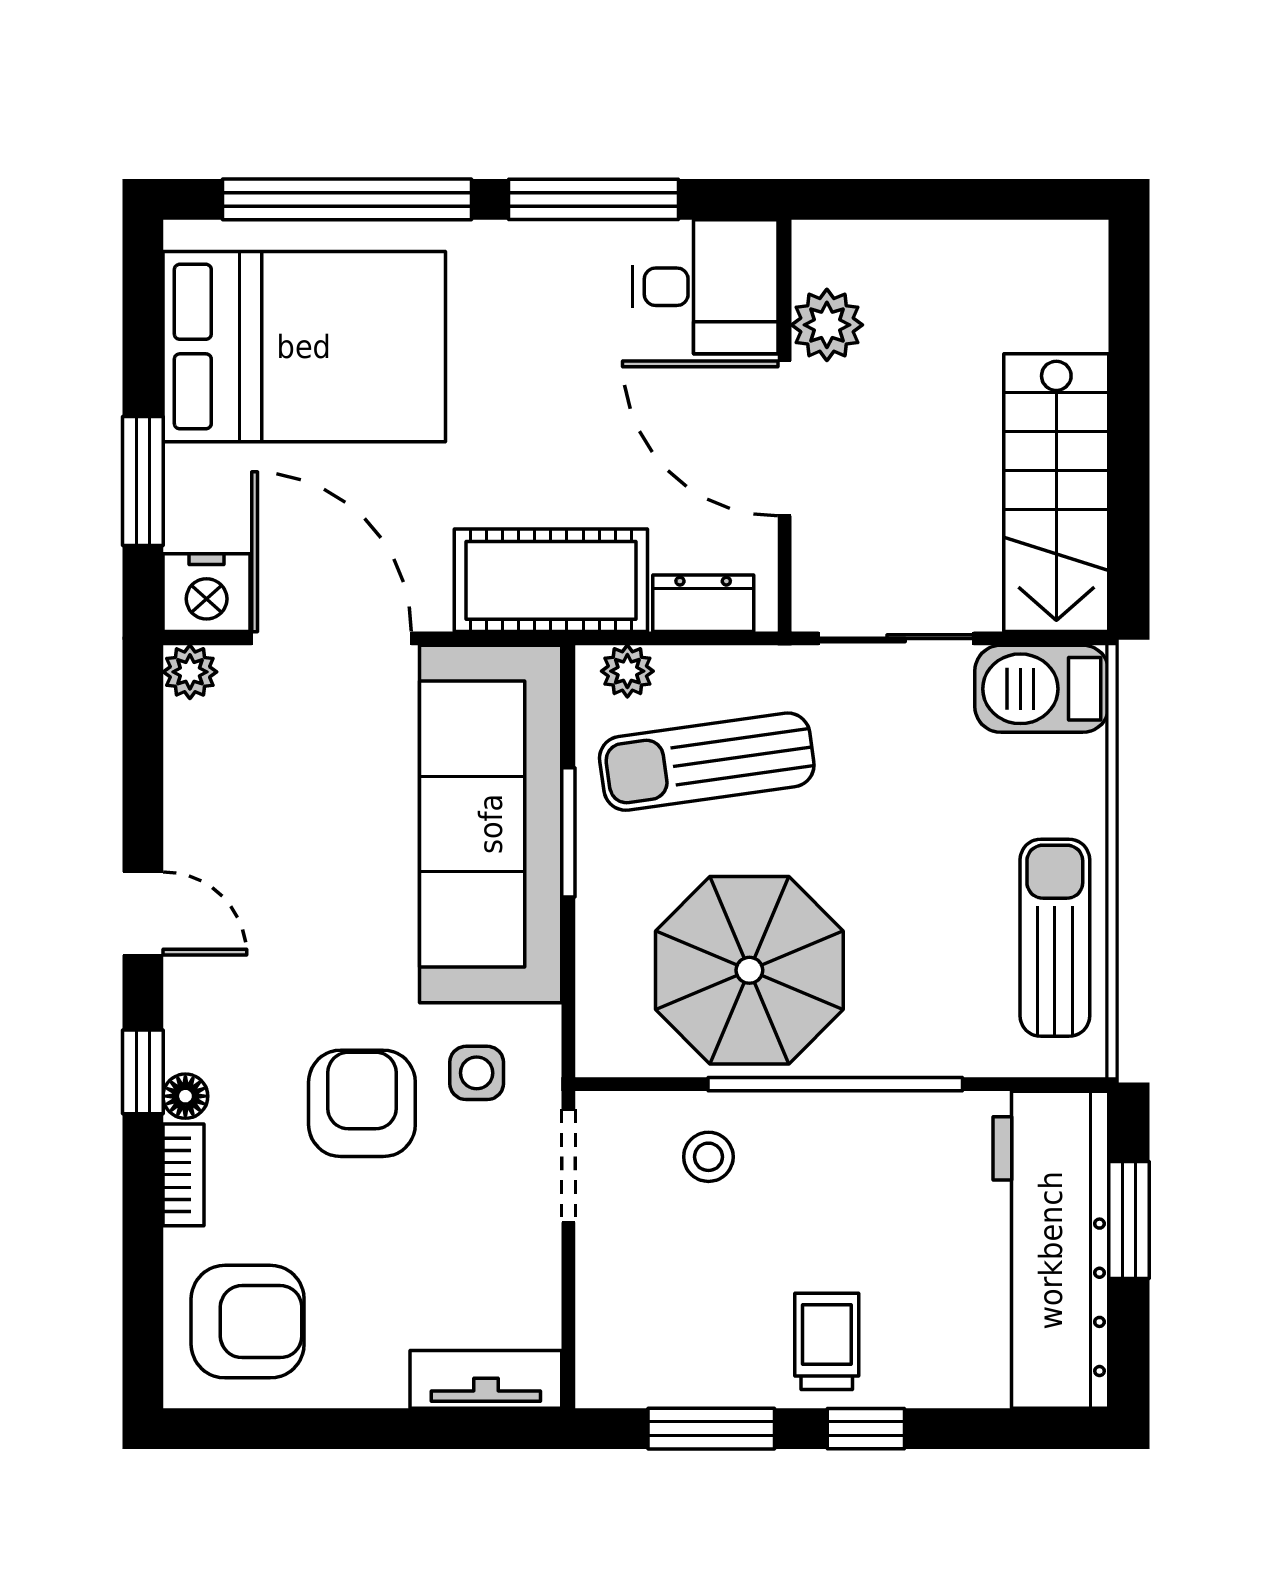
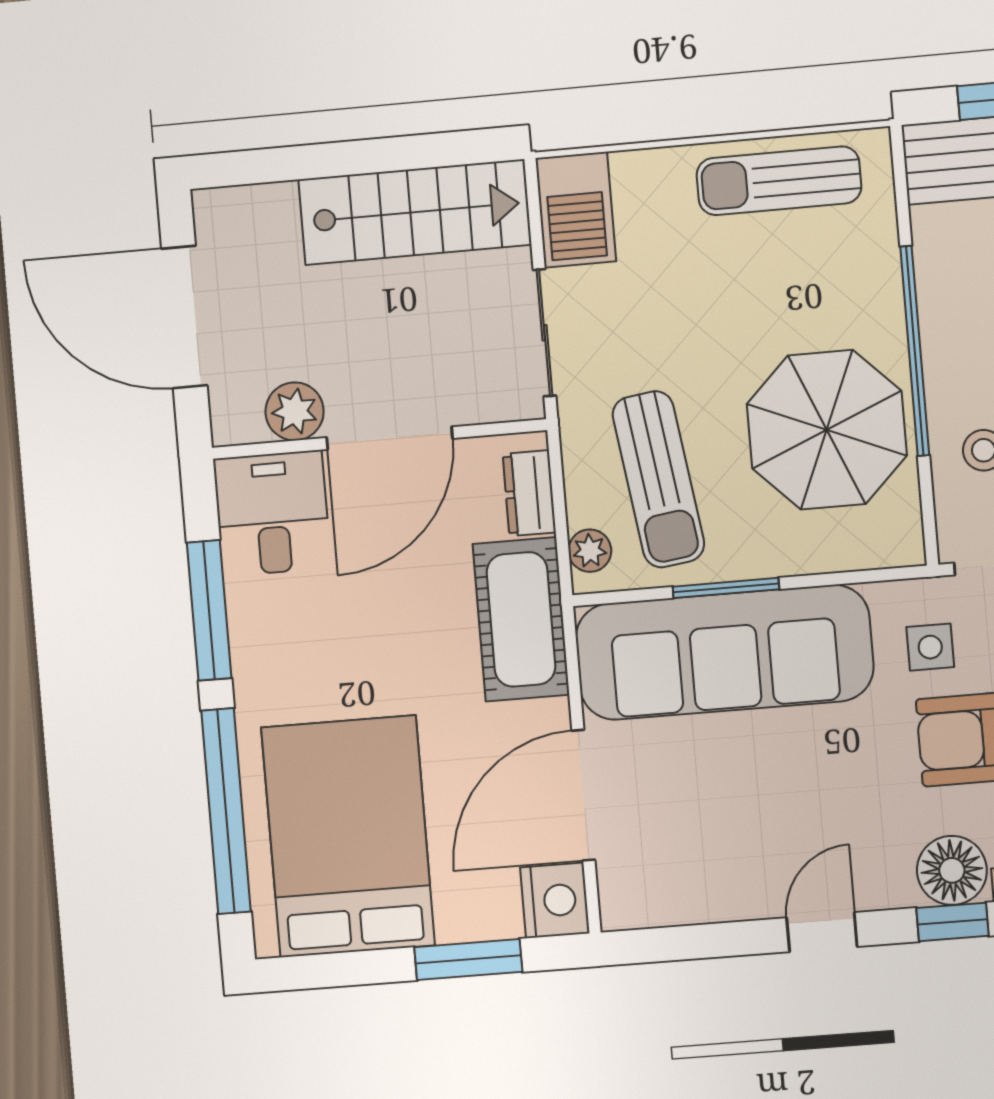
door: (954, 199) -> (184, 317), added
plant: (190, 672) -> (621, 909), removed
floor lamp: (185, 1096) -> (952, 870), width x1.89, depth x1.89

